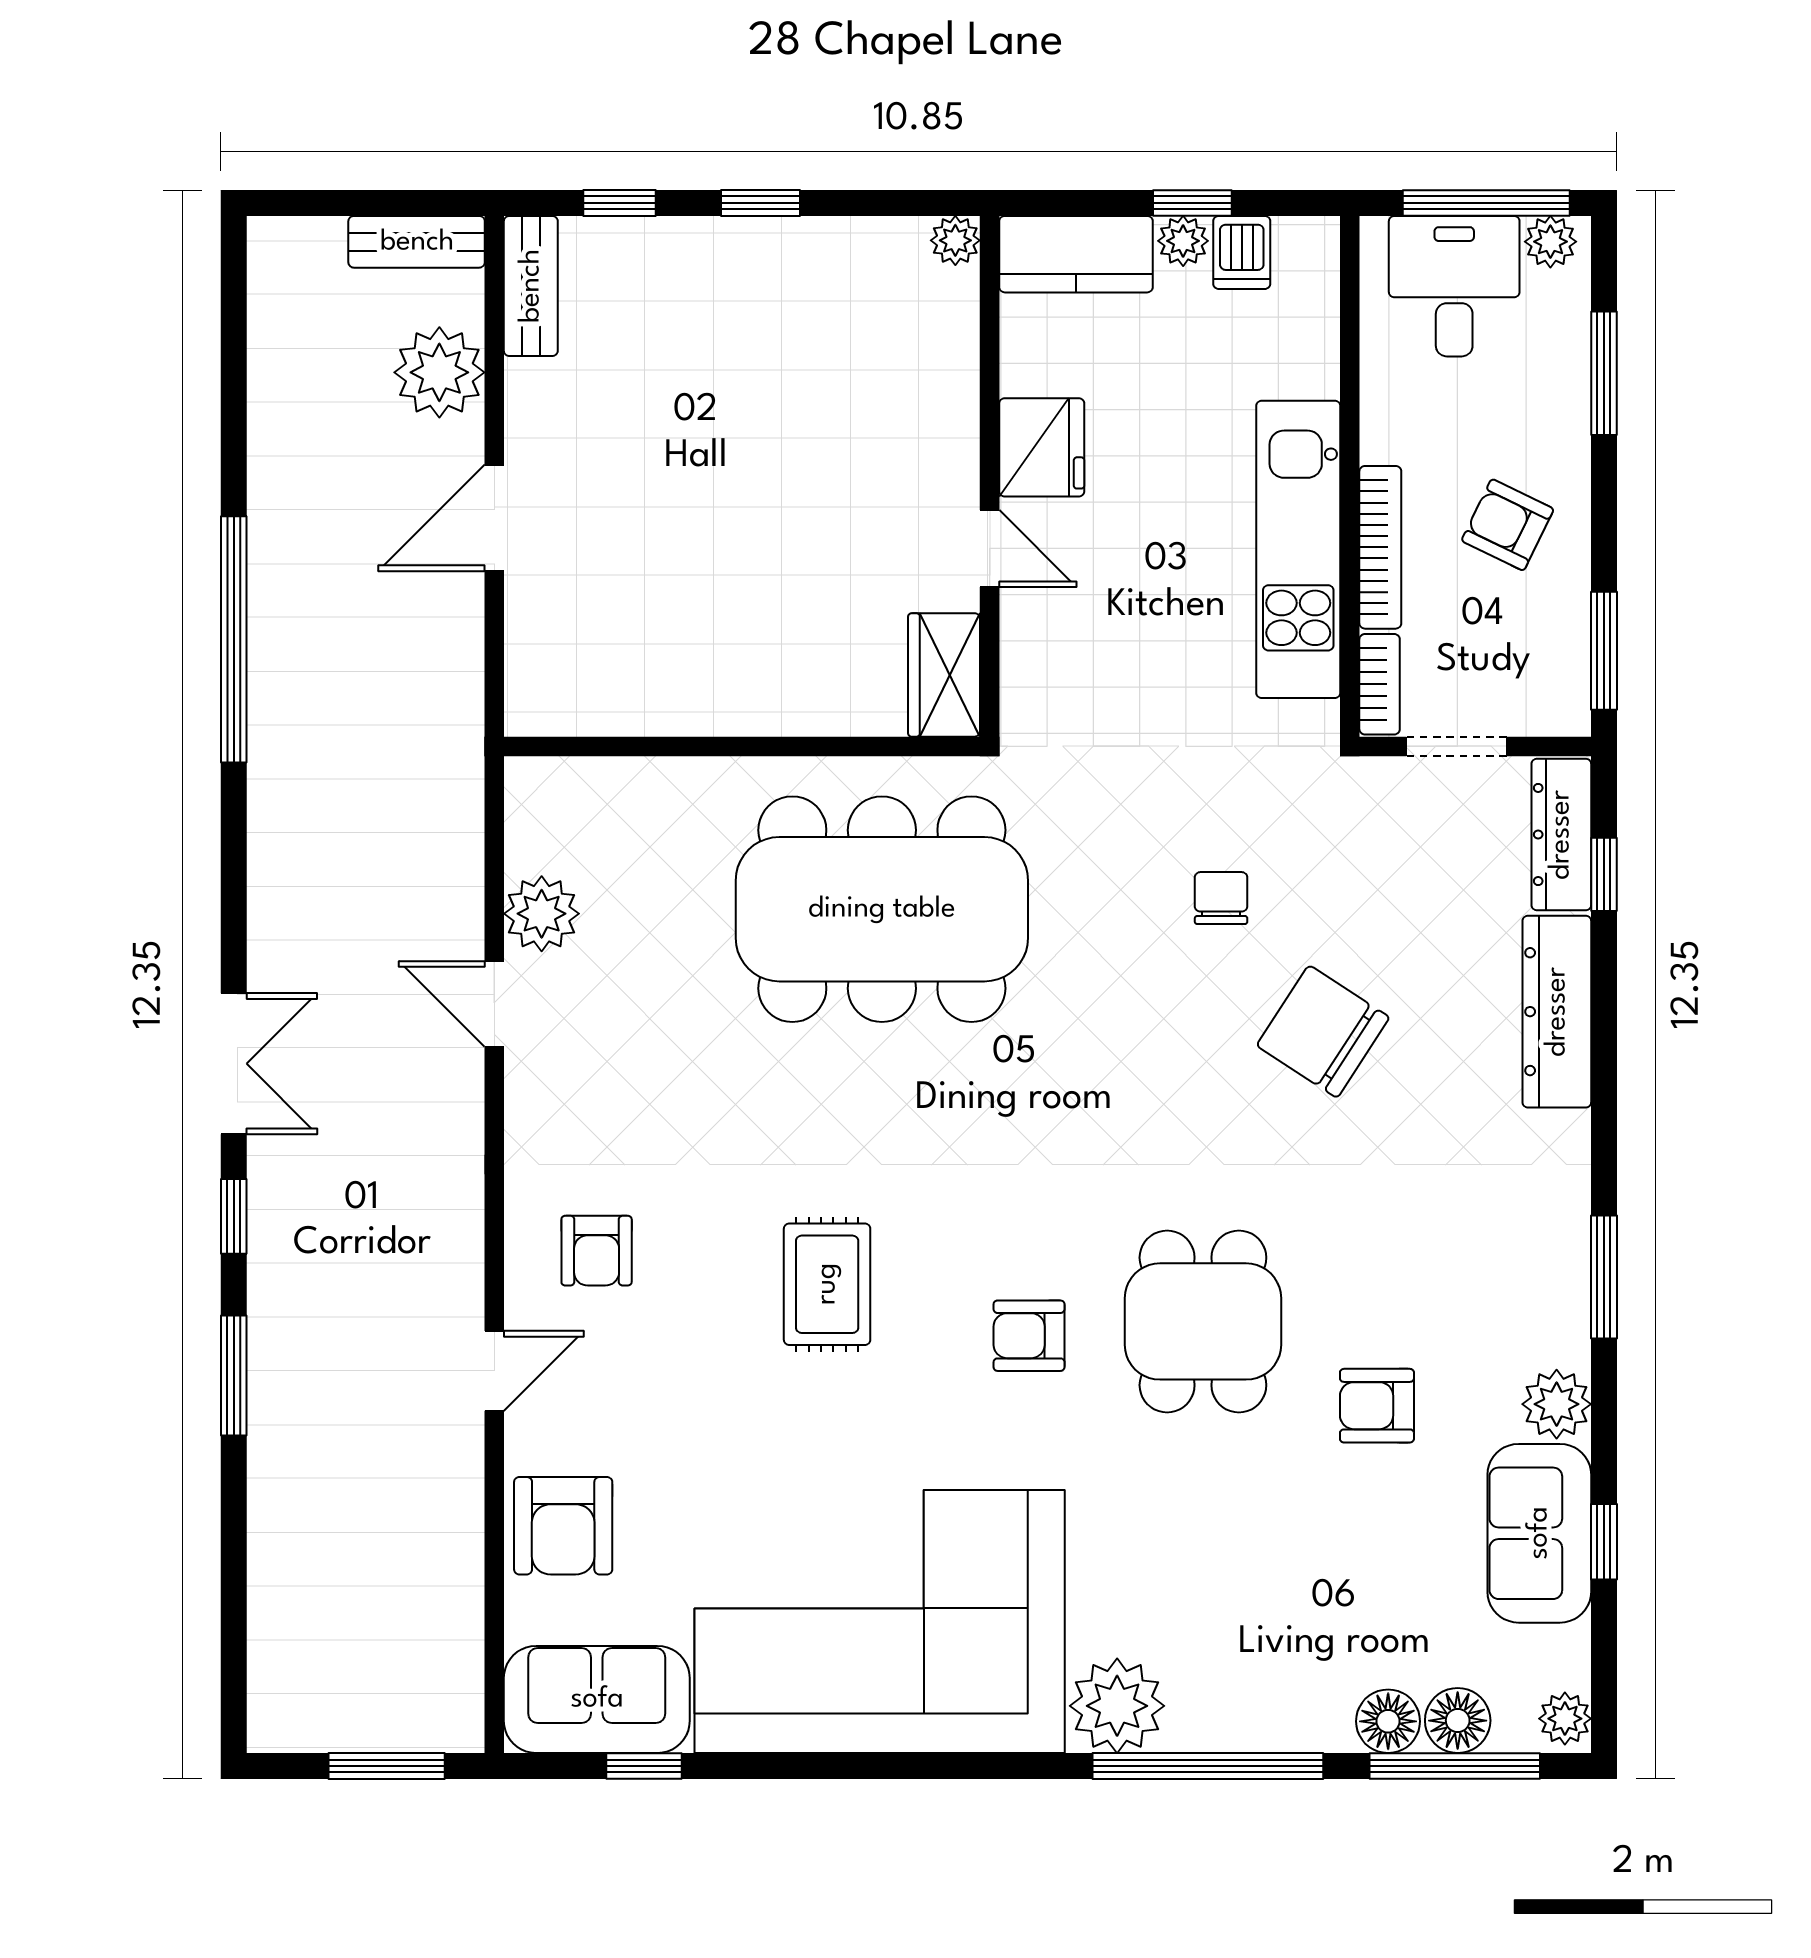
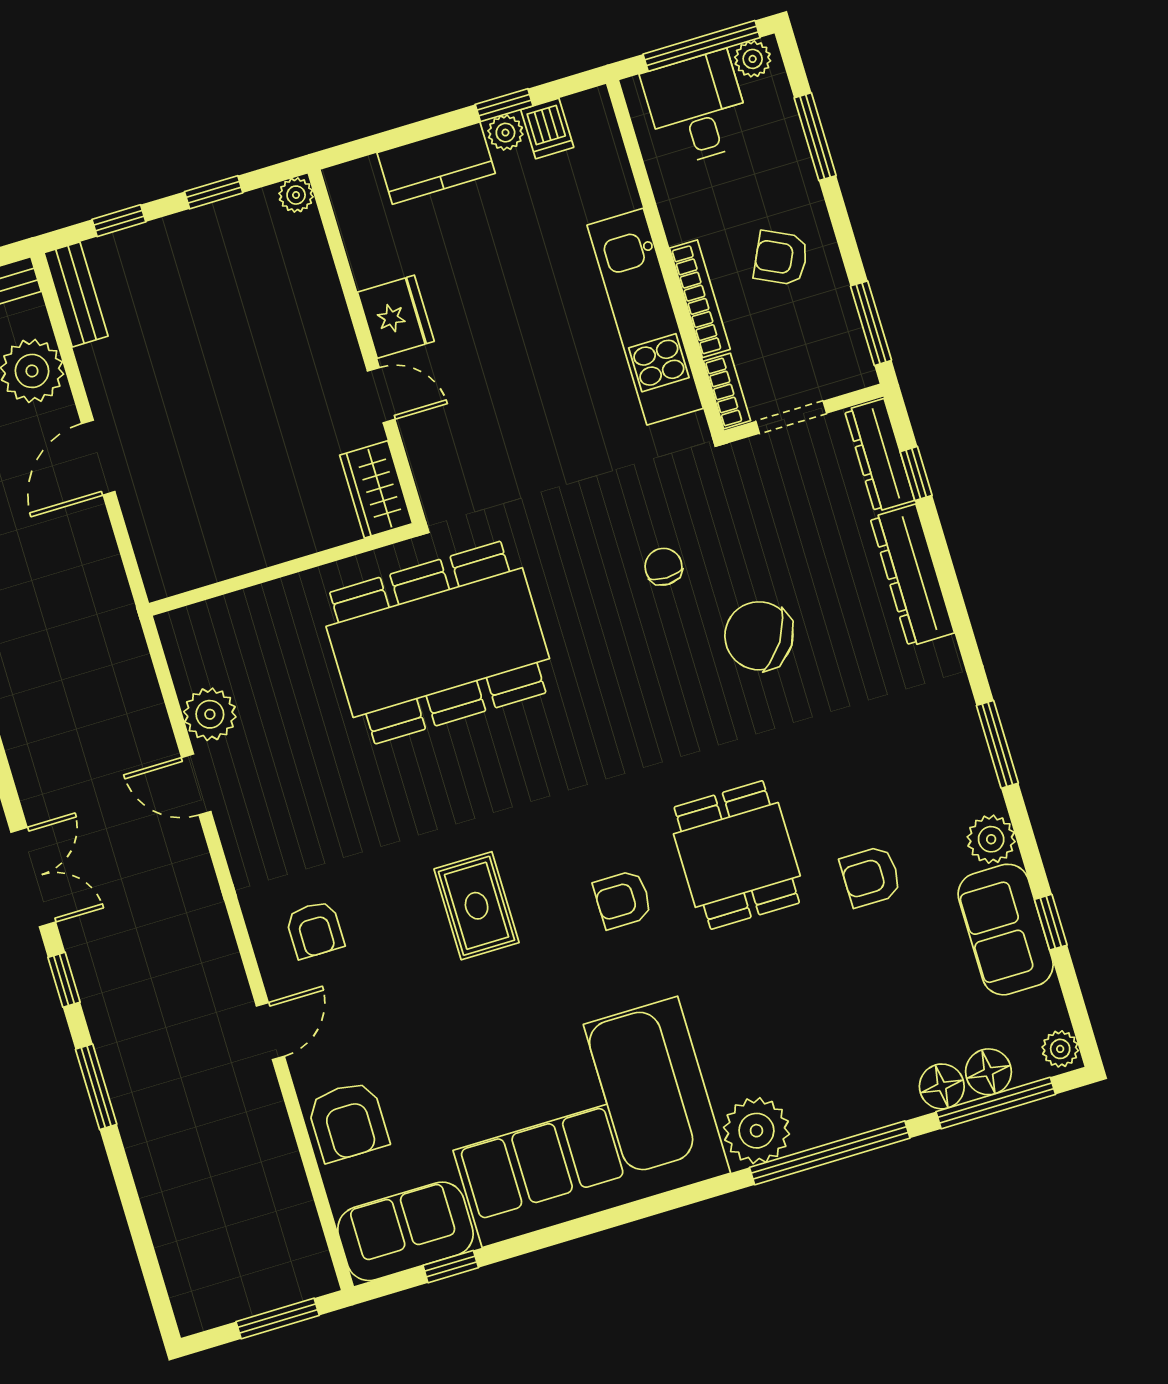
plant: (955, 240) -> (296, 195), moved
fridge: (1042, 447) -> (396, 317), moved
wall: (990, 476) -> (367, 347), moved
door: (990, 549) -> (381, 395), moved
wardrobe: (944, 675) -> (376, 489), moved

